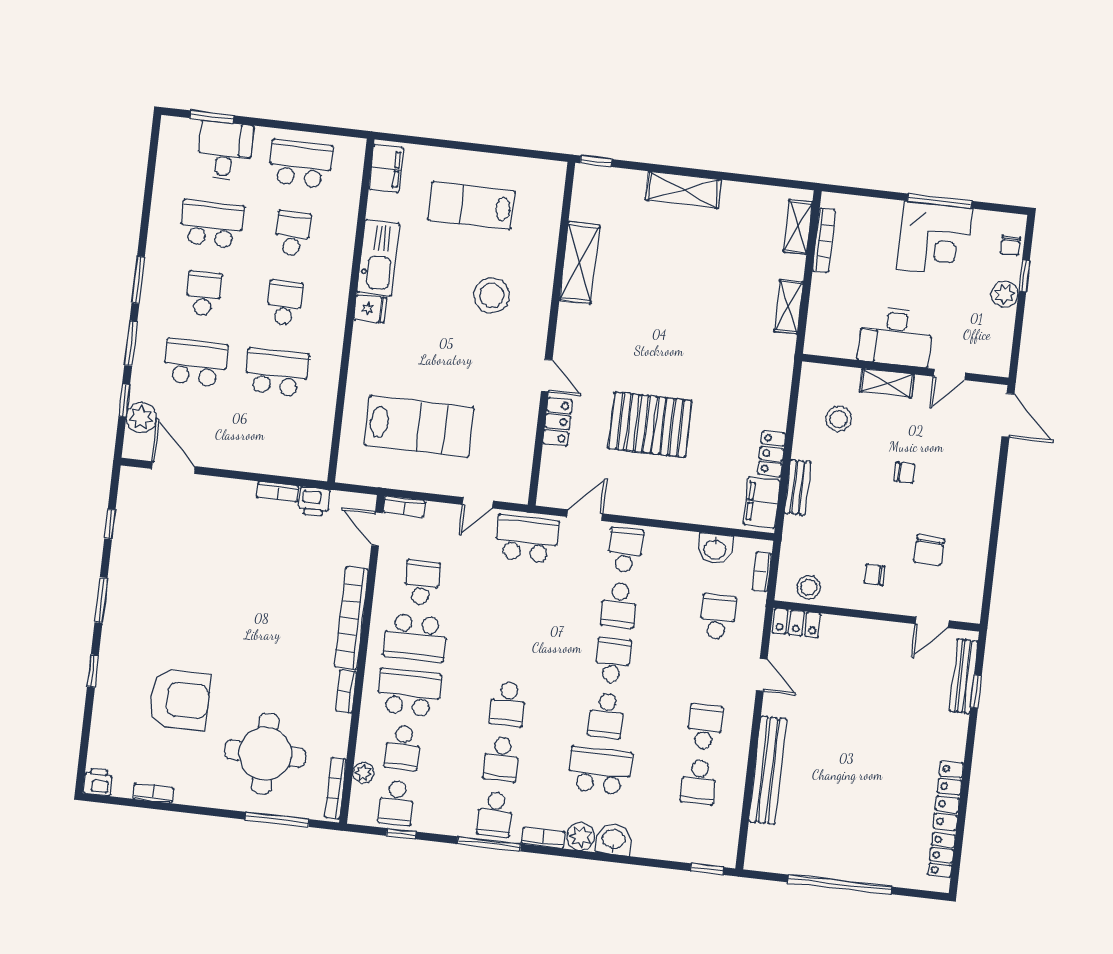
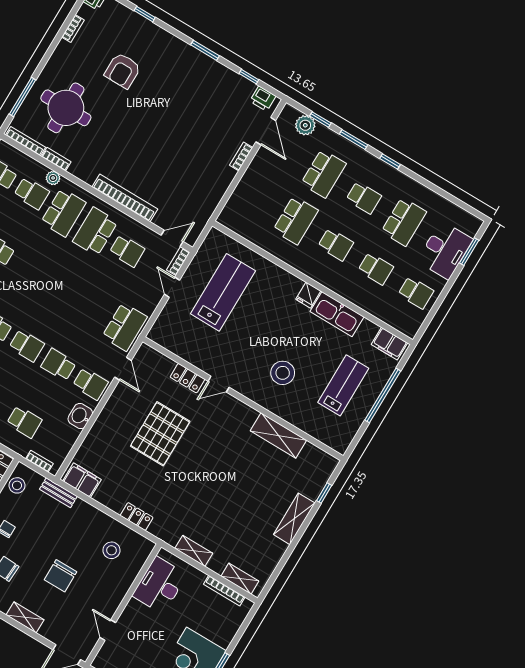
window: (461, 146) -> (383, 395), added
desk: (225, 151) -> (445, 250), width x1.37
window: (596, 161) -> (324, 493), moved
school desk: (301, 164) -> (416, 293), width x0.54
window: (138, 280) -> (390, 161), width x0.67
desk: (896, 336) -> (160, 585), moved
shelving: (887, 383) -> (25, 617), moved, turned 90
lab bench: (419, 426) -> (223, 292), turned 180
locker: (772, 454) -> (137, 517), moved
door: (173, 468) -> (266, 131), hinge flipped
chair: (905, 472) -> (60, 576), width x1.87, depth x1.87
bench: (798, 487) -> (58, 493), moved
bookcase: (277, 492) -> (241, 156), moved
printer: (314, 501) -> (263, 99), moved, turned -90
door: (478, 503) -> (172, 287), moved
washbasin: (715, 549) -> (80, 416), moved
window: (93, 671) -> (145, 14), moved
bookcase: (346, 691) -> (56, 159), moved
armchair: (180, 700) -> (123, 71), width x0.73, depth x0.73
school desk: (508, 704) -> (29, 269), removed
school desk: (403, 748) -> (32, 193), turned 180
plant: (363, 773) -> (53, 178), moved

